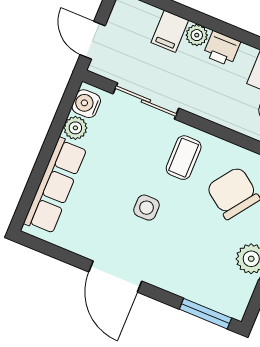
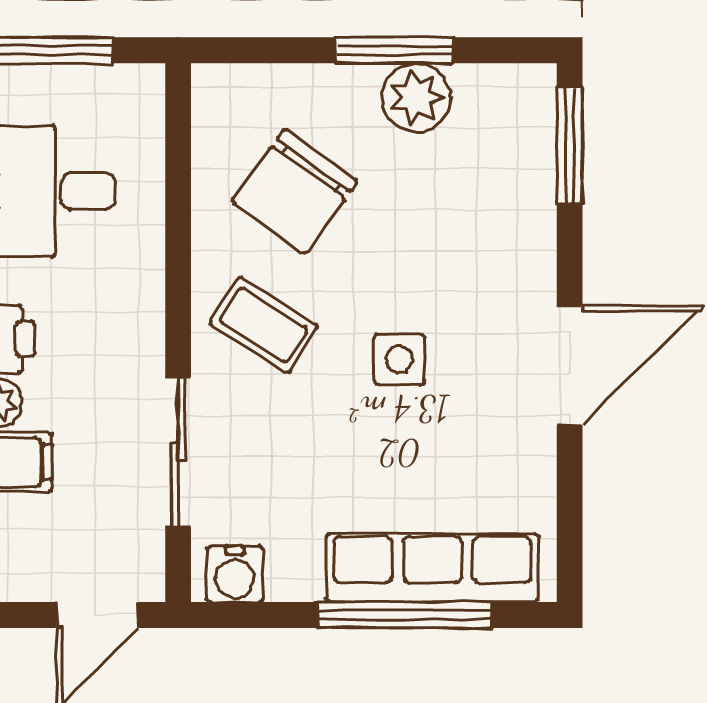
plant: (75, 128) -> (295, 576), removed
coffee table: (184, 158) -> (264, 325), turned 32
window: (41, 166) -> (405, 615), added

